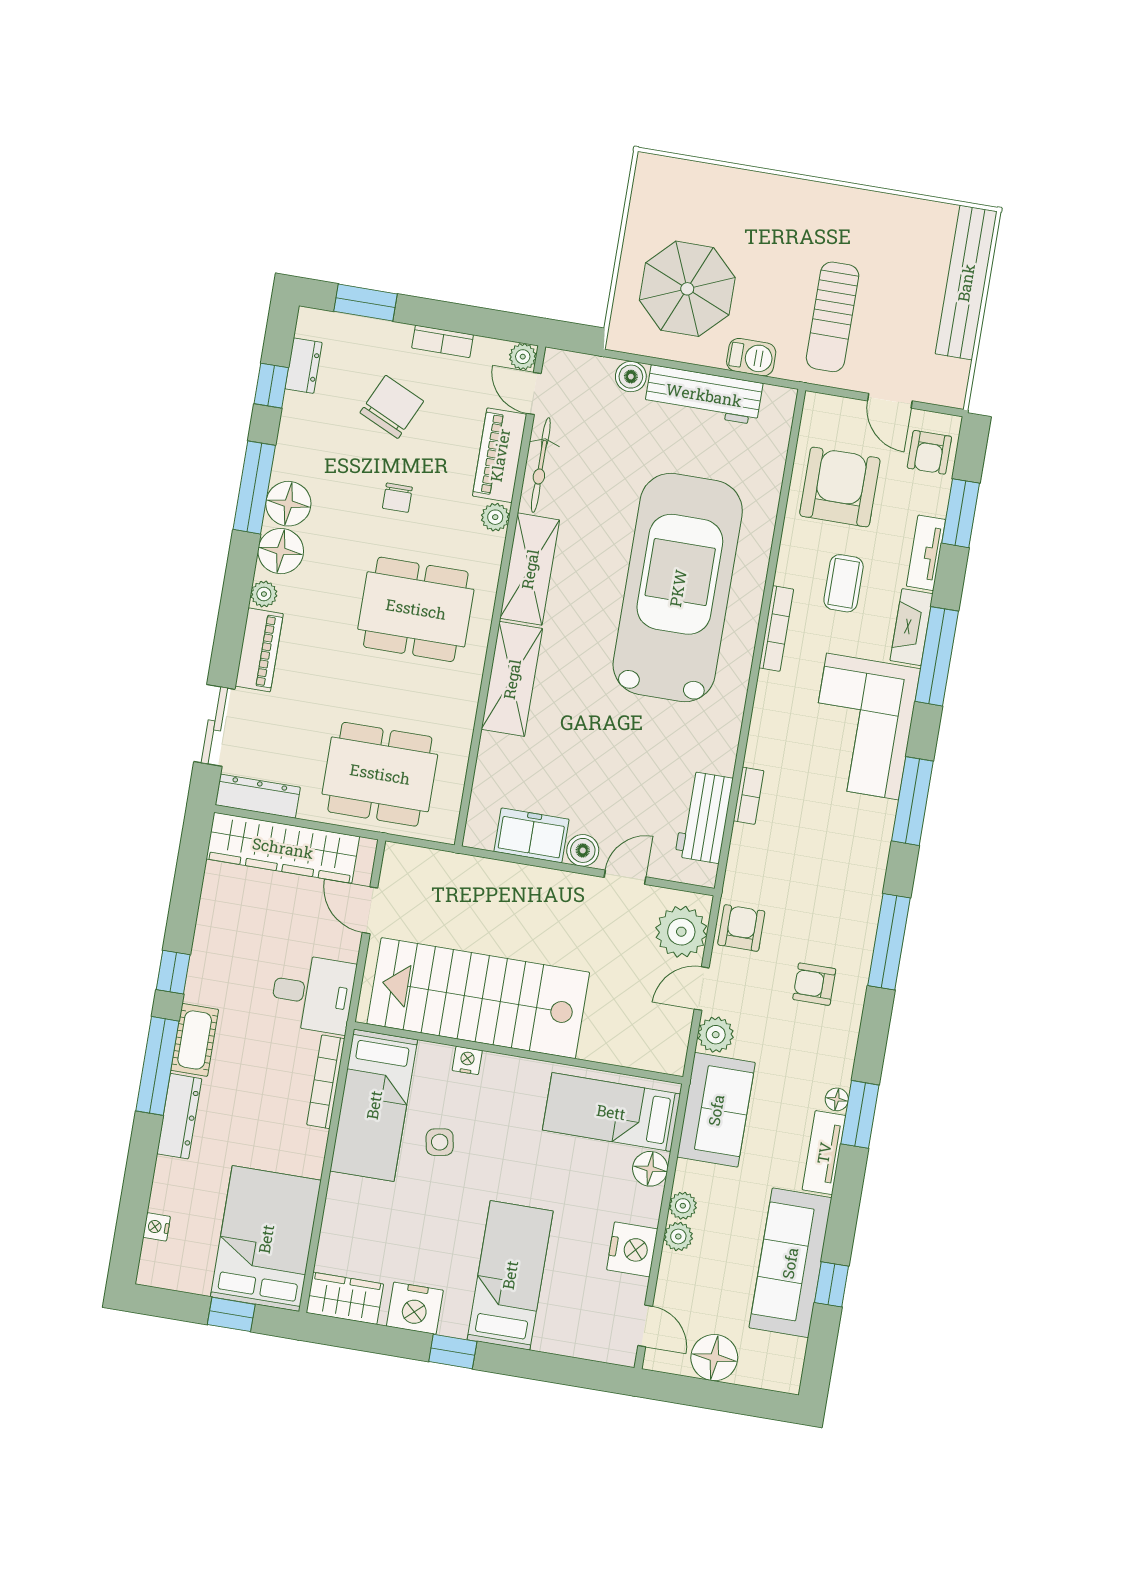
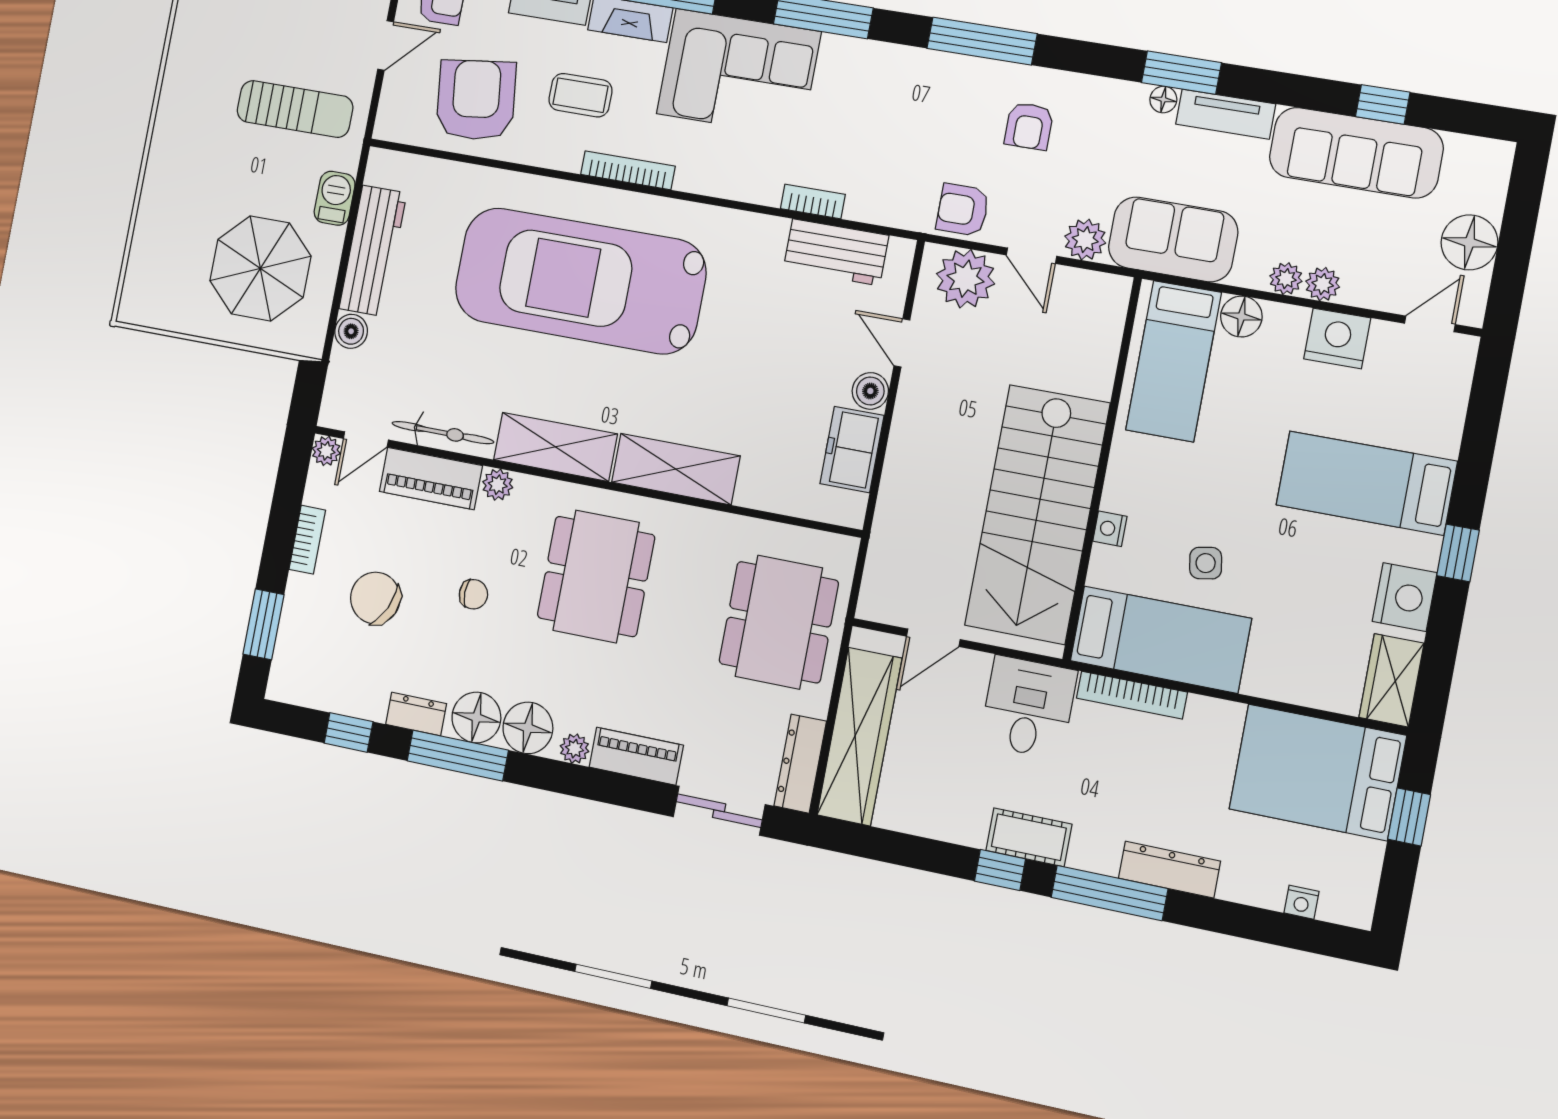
dresser: (303, 366) -> (416, 714), moved
armchair: (840, 487) -> (476, 100), turned 83
cot: (195, 1040) -> (1029, 837), moved

